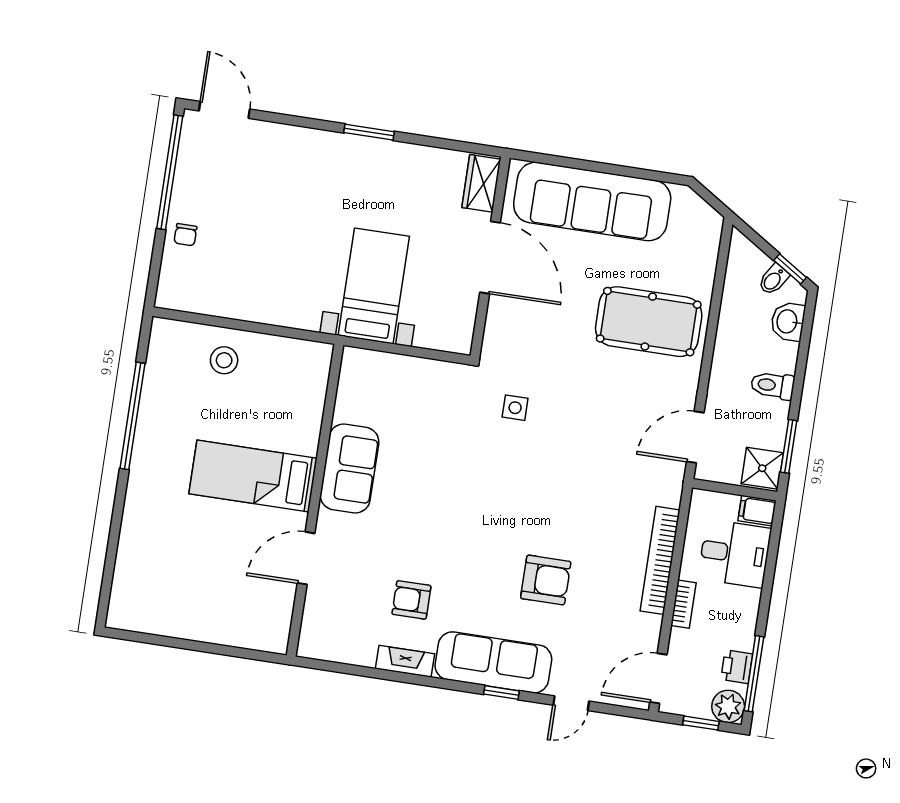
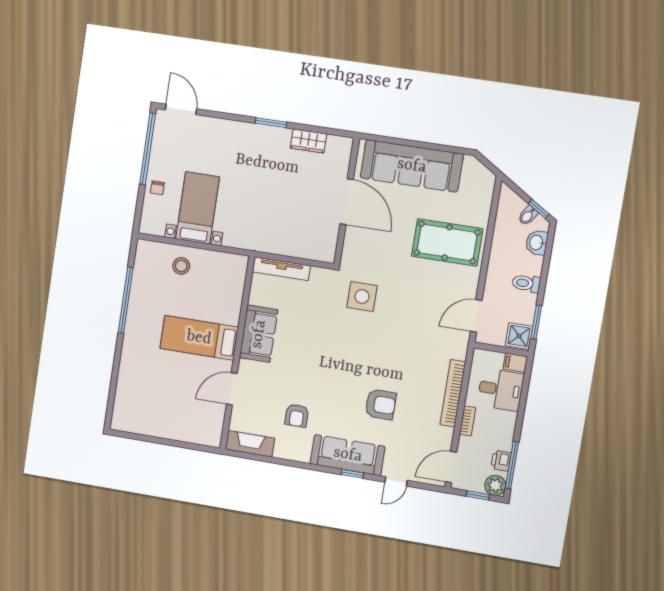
wardrobe: (481, 183) -> (308, 141), moved, turned -90
bed with nightstands: (374, 286) -> (198, 208), moved
tv unit: (386, 364) -> (281, 269), added
side table: (515, 408) -> (362, 297), width x1.87, depth x1.87
armchair: (411, 600) -> (297, 416), turned -90
fireplace: (405, 661) -> (250, 444), moved, width x1.37, depth x1.32

